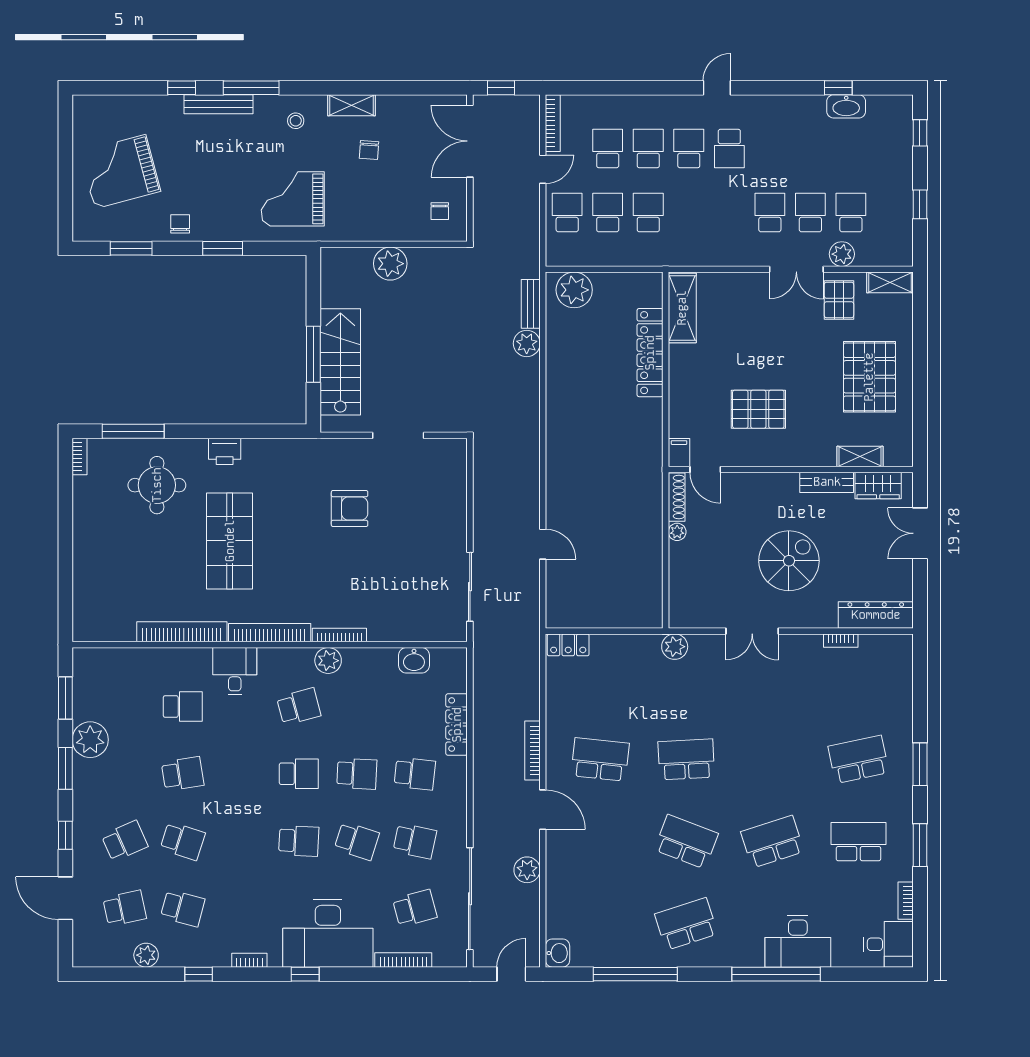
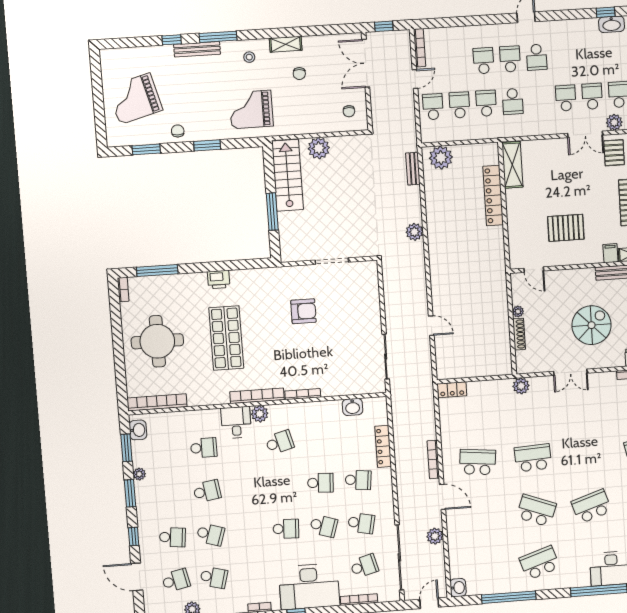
school desk: (608, 148) -> (513, 101), moved, turned 180
plant: (527, 343) -> (414, 232), moved
stairs: (340, 362) -> (288, 175), moved
filing cabinet: (679, 453) -> (610, 253), moved
round table: (157, 485) -> (157, 341), moved, width x1.36, depth x1.36
shoe rack: (677, 497) -> (519, 334), moved
bookcase: (182, 632) -> (157, 402), moved
plant: (328, 661) -> (260, 414), moved
washbasin: (85, 672) -> (138, 430), added
plant: (90, 740) -> (139, 474), width x0.53, depth x0.53
school desk: (299, 774) -> (283, 486), removed
school desk: (125, 841) -> (173, 537), turned 30

